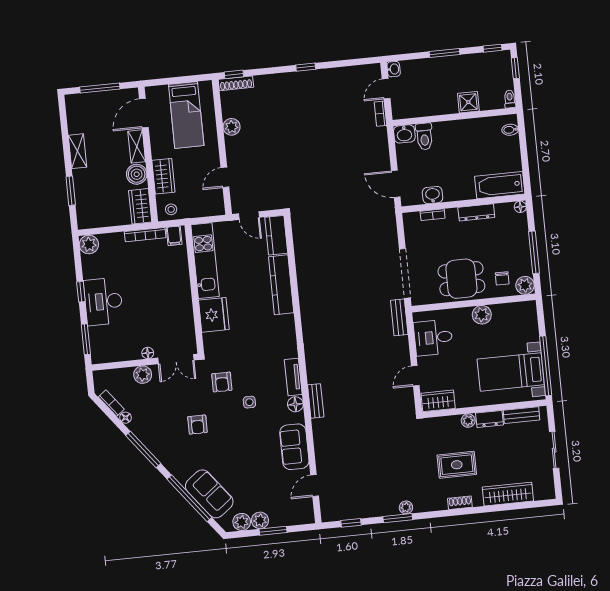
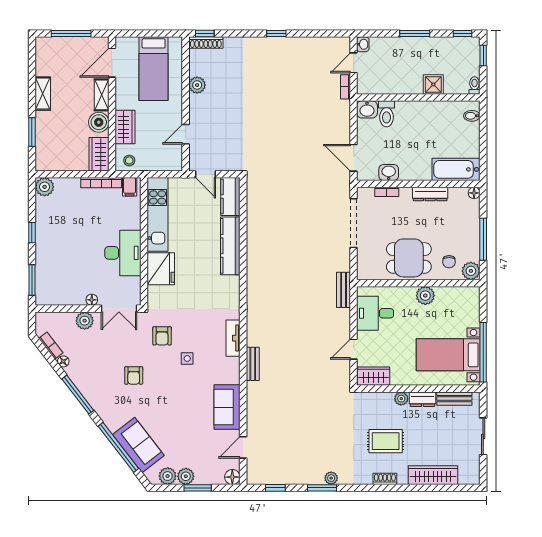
doorway: (405, 273) -> (354, 223), moved
desk: (103, 301) -> (123, 253), moved, turned 180
floor lamp: (295, 404) -> (232, 477), moved

